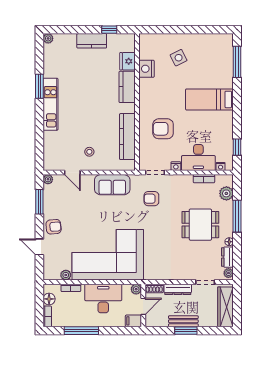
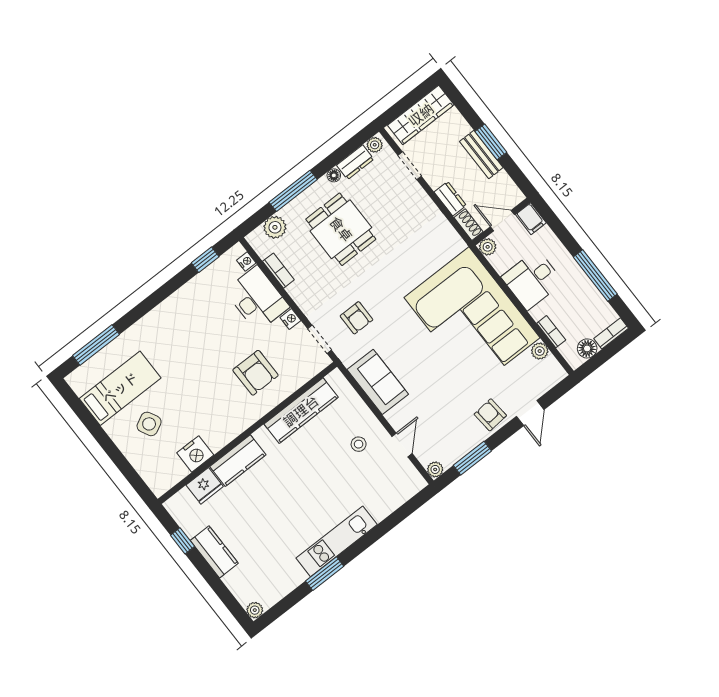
bed: (209, 99) -> (120, 388), moved, turned -90
dresser: (178, 289) -> (450, 199), width x0.70
desk: (103, 298) -> (532, 280), width x0.73

